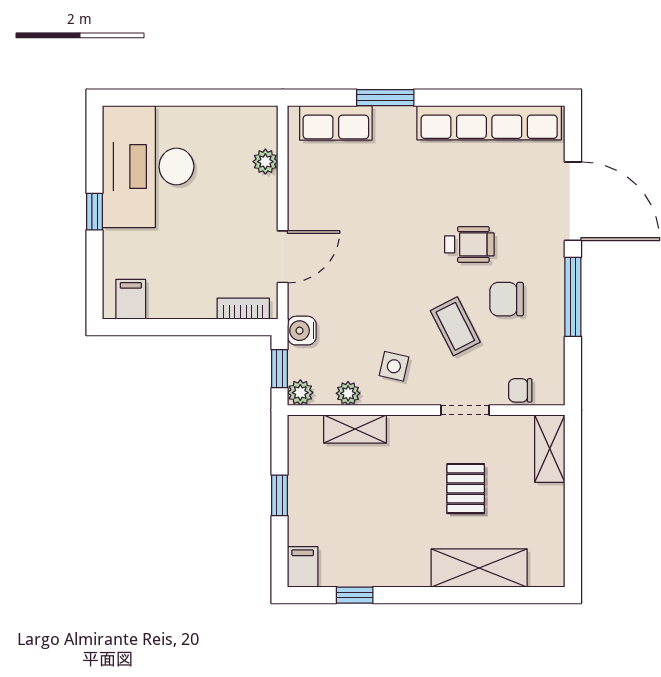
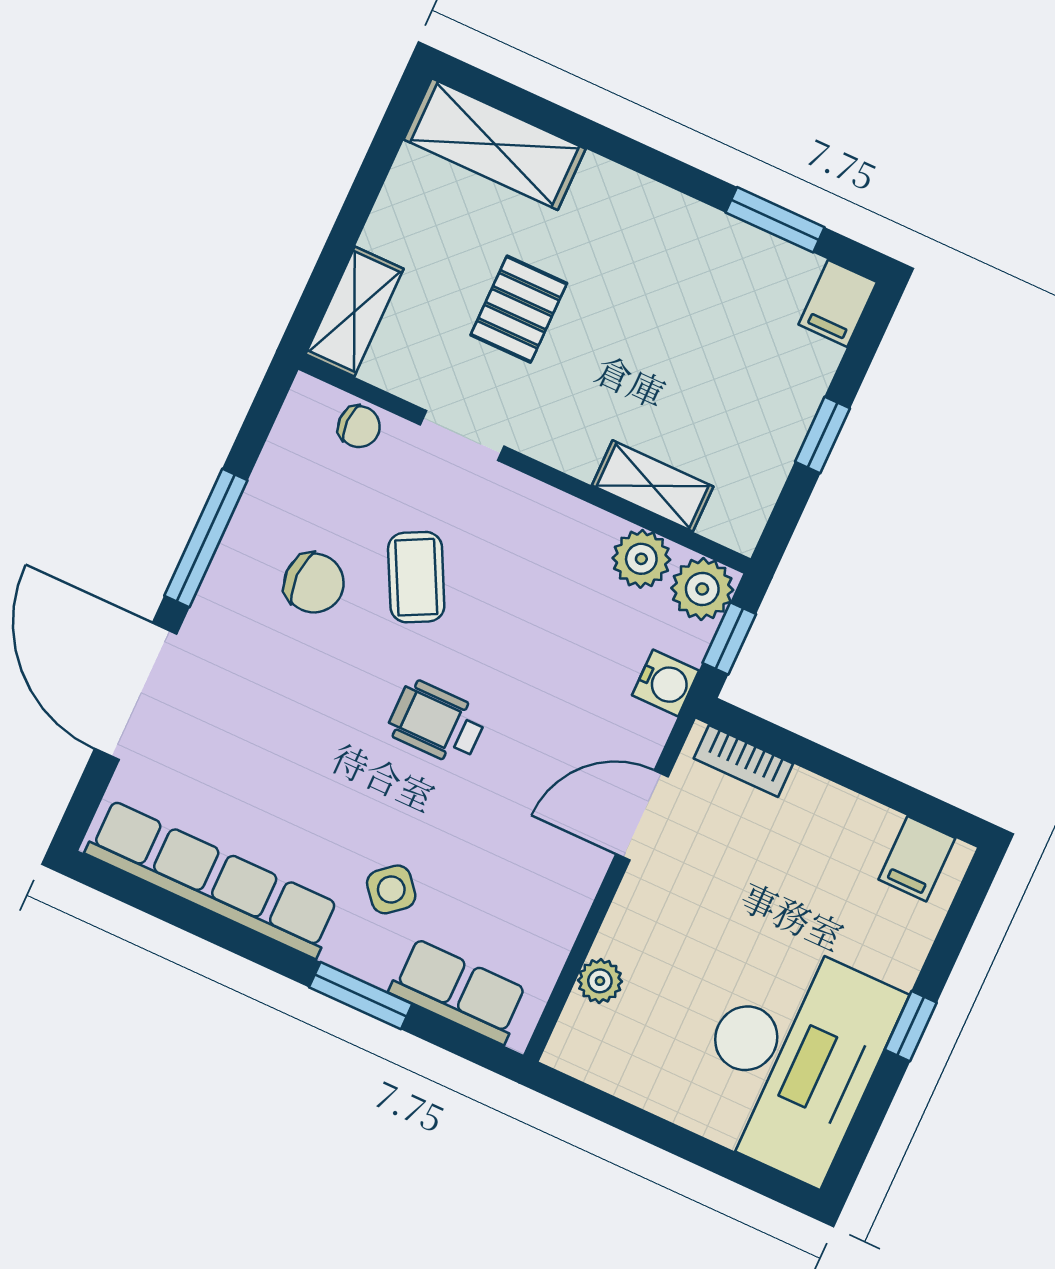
wheelchair: (469, 244) -> (437, 723), moved
side table: (394, 366) -> (391, 889), moved, turned 37
plant: (300, 393) -> (702, 589), width x1.38, depth x1.38
plant: (348, 393) -> (641, 559), width x1.38, depth x1.38
shelving: (479, 568) -> (495, 144), moved
window: (355, 595) -> (775, 220), width x1.50

